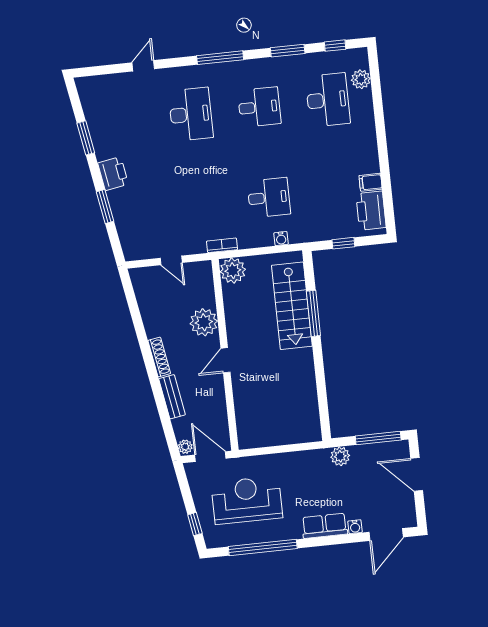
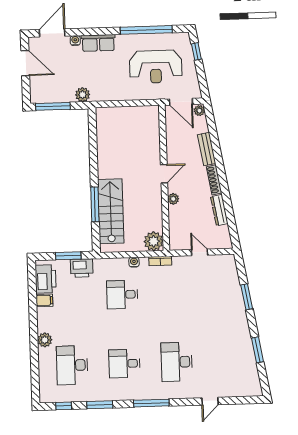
plant: (361, 79) -> (45, 340), moved
printer: (113, 174) -> (82, 268), moved, turned -80
water cooler: (281, 239) -> (134, 262), moved
window: (343, 243) -> (68, 256), width x1.50
dresser: (149, 318) -> (219, 210), added
plant: (204, 322) -> (173, 199), width x0.53, depth x0.53
door: (417, 474) -> (25, 63), moved

